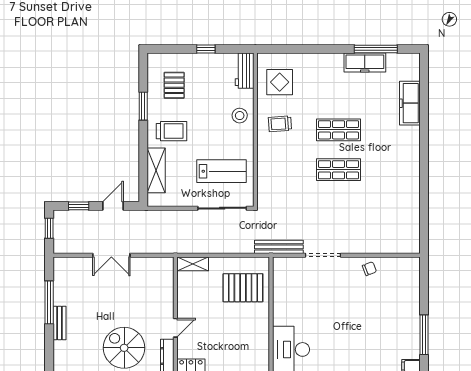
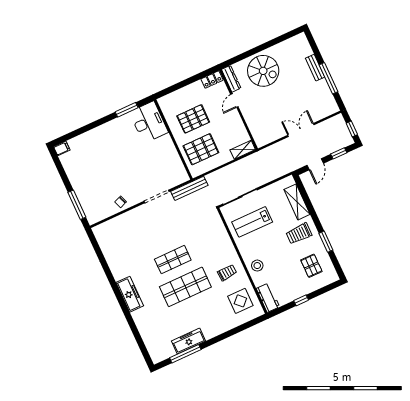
freezer: (410, 103) -> (130, 294), moved
shop shelf: (338, 130) -> (185, 287), width x1.43, depth x1.36
pallet: (236, 329) -> (193, 119), added
window: (424, 335) -> (77, 205), moved

